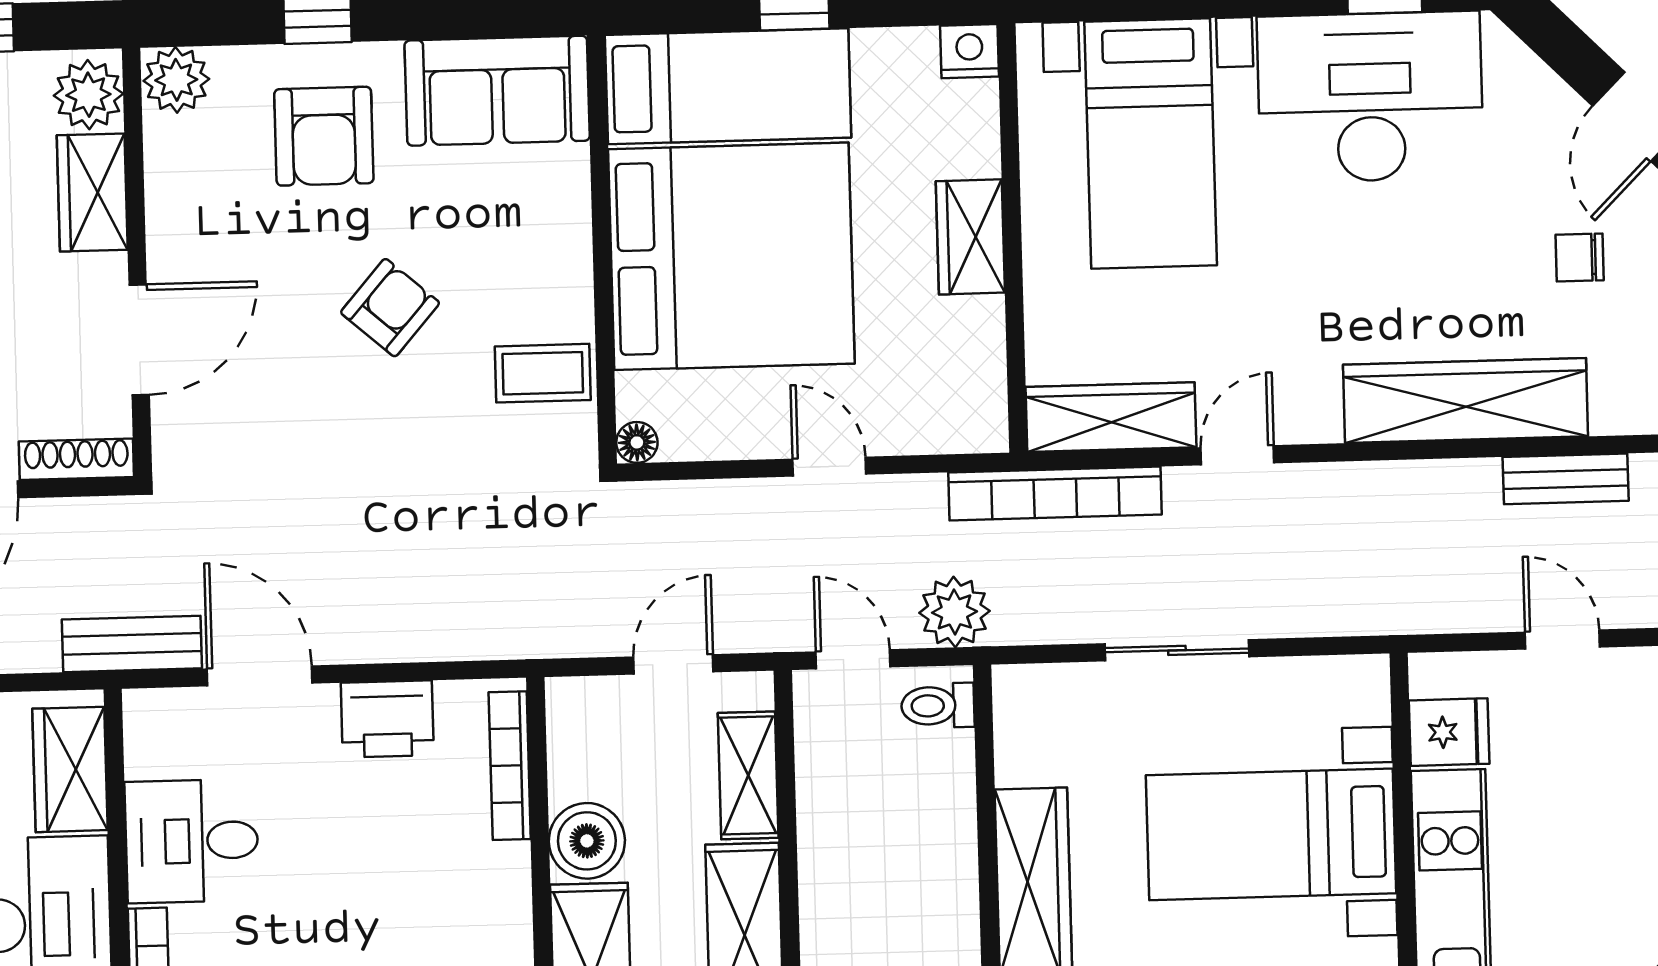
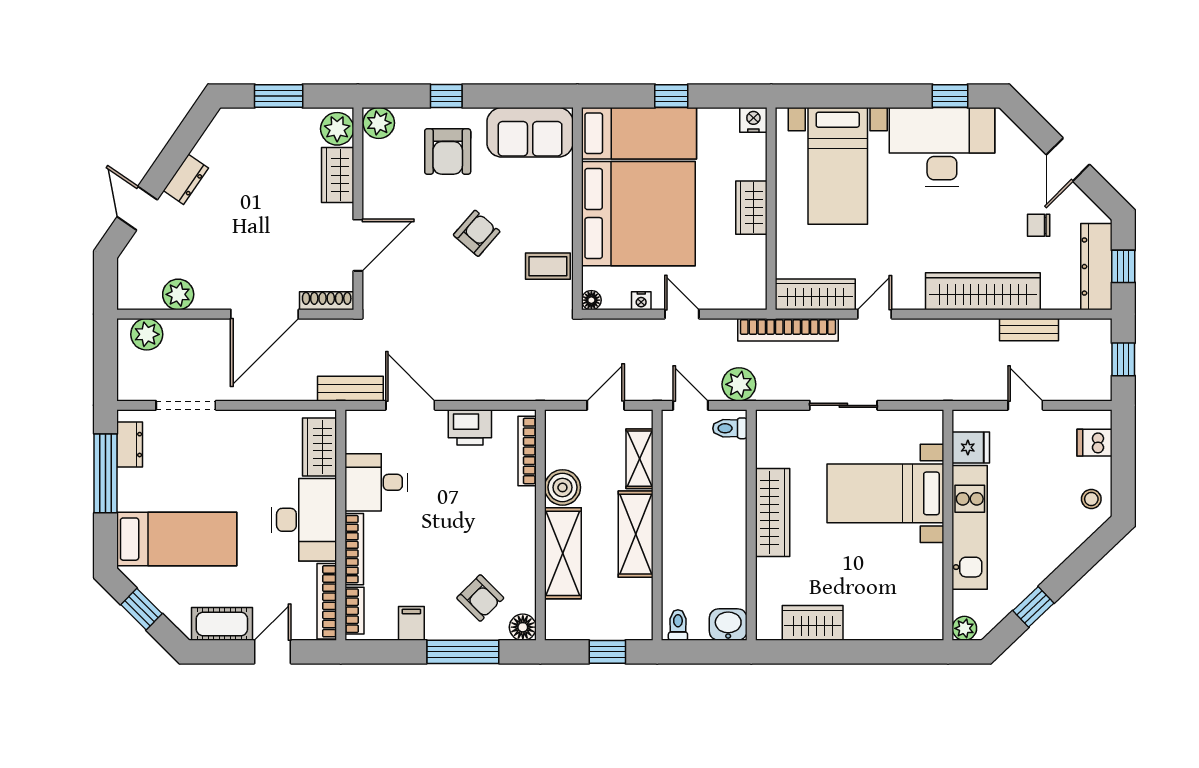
nightstand: (742, 441) -> (641, 301), added

